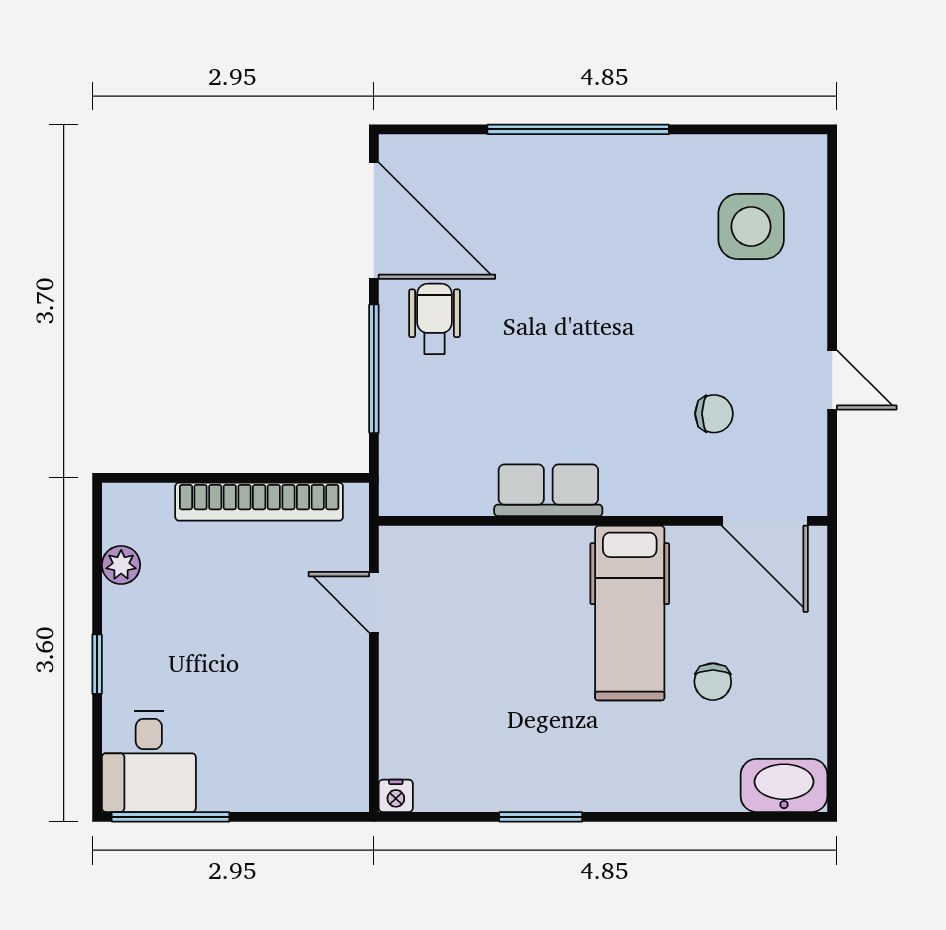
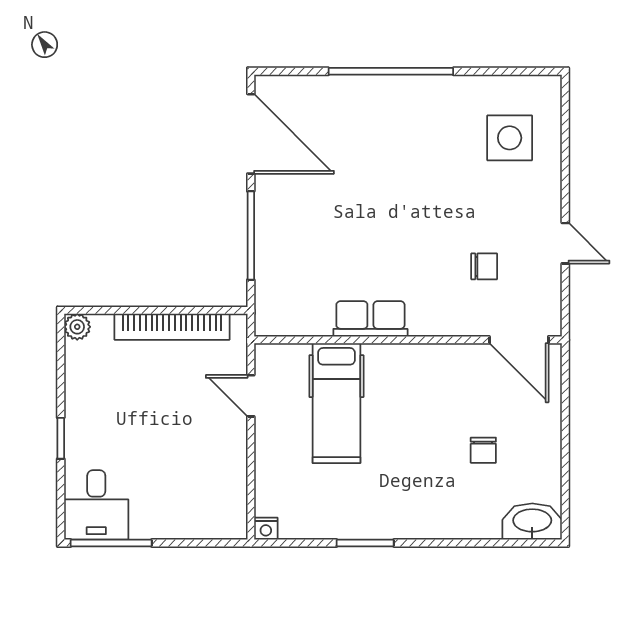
wheelchair: (435, 319) -> (292, 201), removed
plant: (121, 565) -> (77, 327), moved
hospital bed: (630, 613) -> (336, 403), moved

